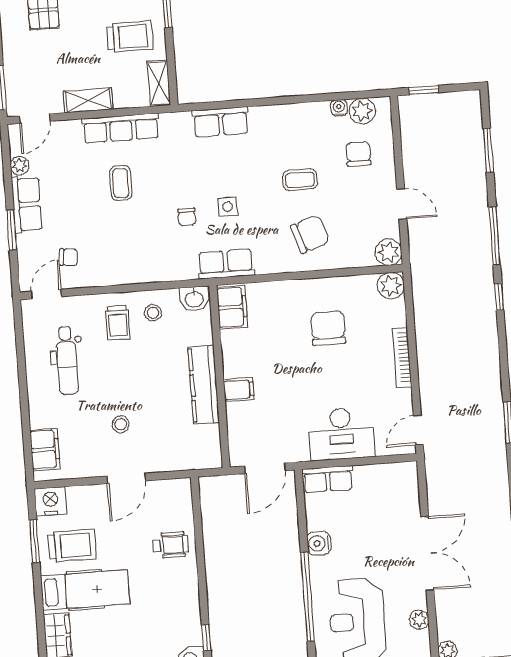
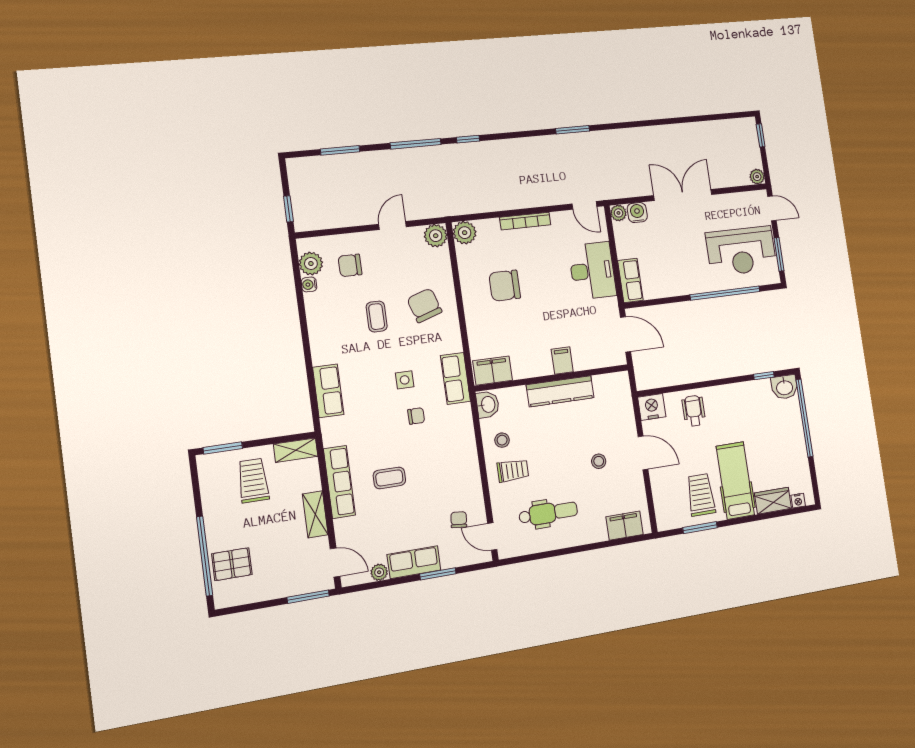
nightstand: (50, 501) -> (652, 407), moved, turned 90
water cooler: (319, 543) -> (637, 213), moved, turned 180
plant: (419, 620) -> (618, 213), moved

